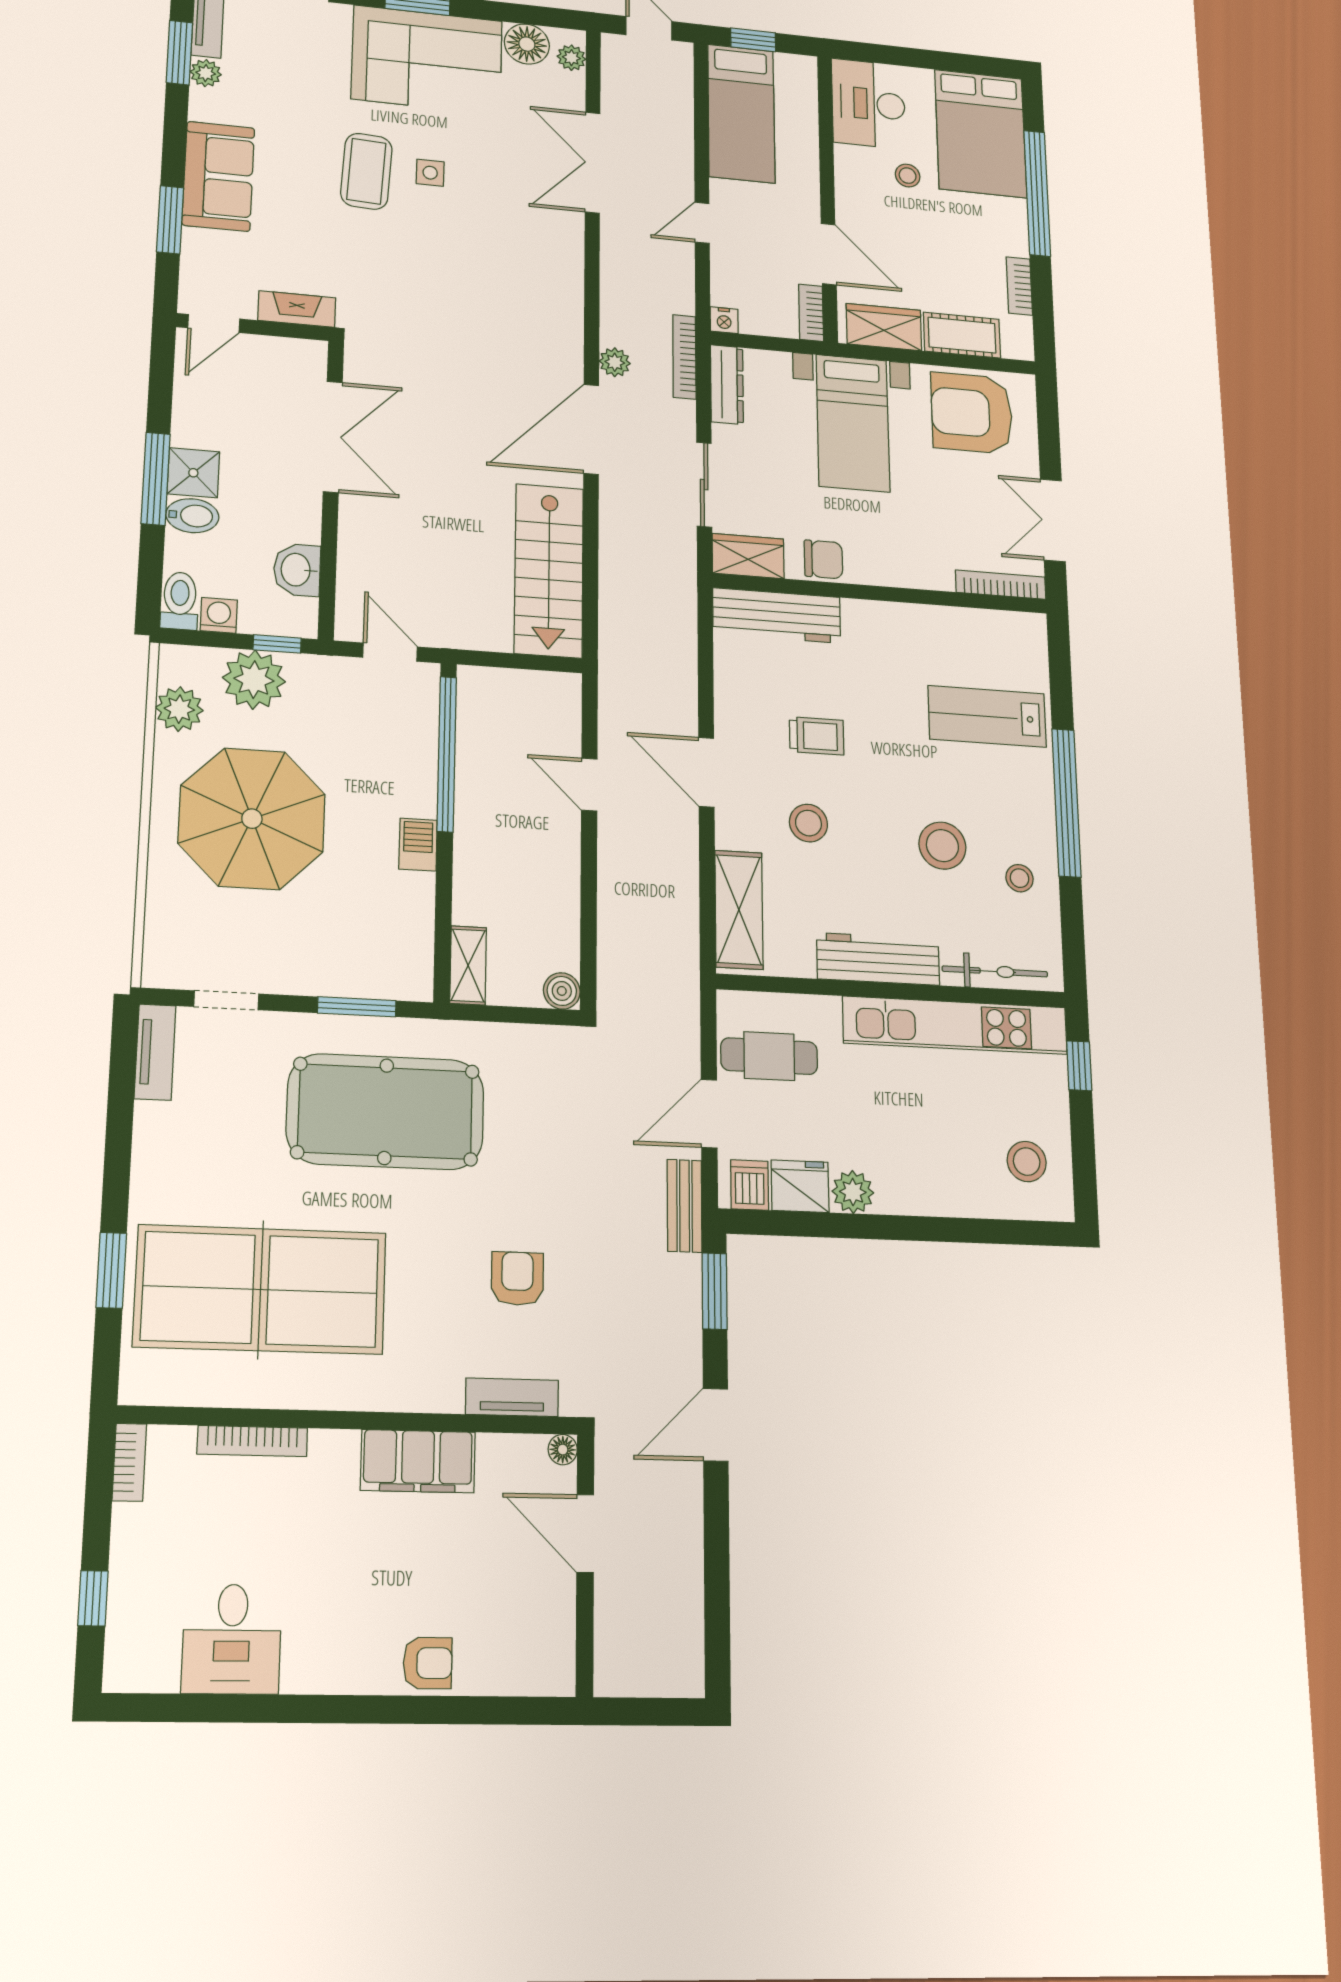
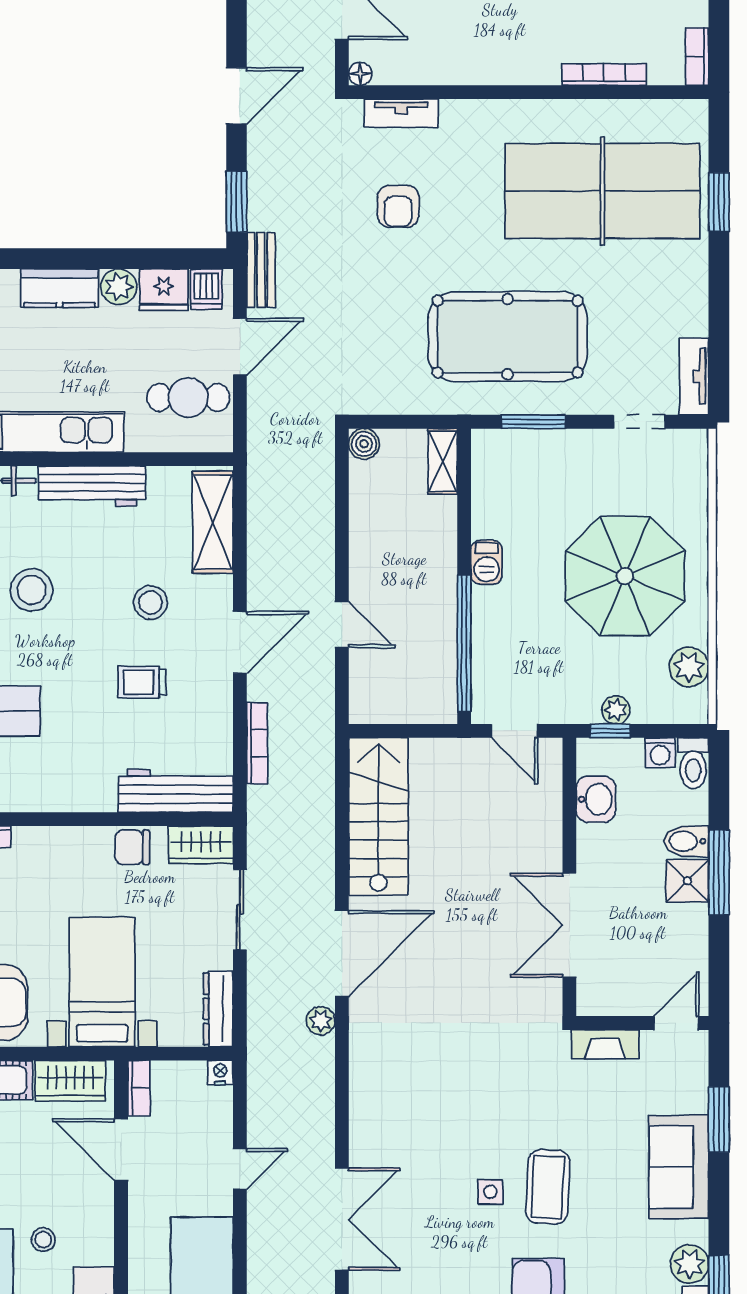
plant: (206, 73) -> (689, 1264), width x1.38, depth x1.38
bookcase: (684, 357) -> (257, 743), moved
plant: (254, 680) -> (616, 710), width x0.53, depth x0.53
door: (706, 772) -> (240, 642), hinge flipped
kitchen counter: (922, 1193) -> (60, 288), added
filing cabinet: (418, 1461) -> (475, 62), removed

